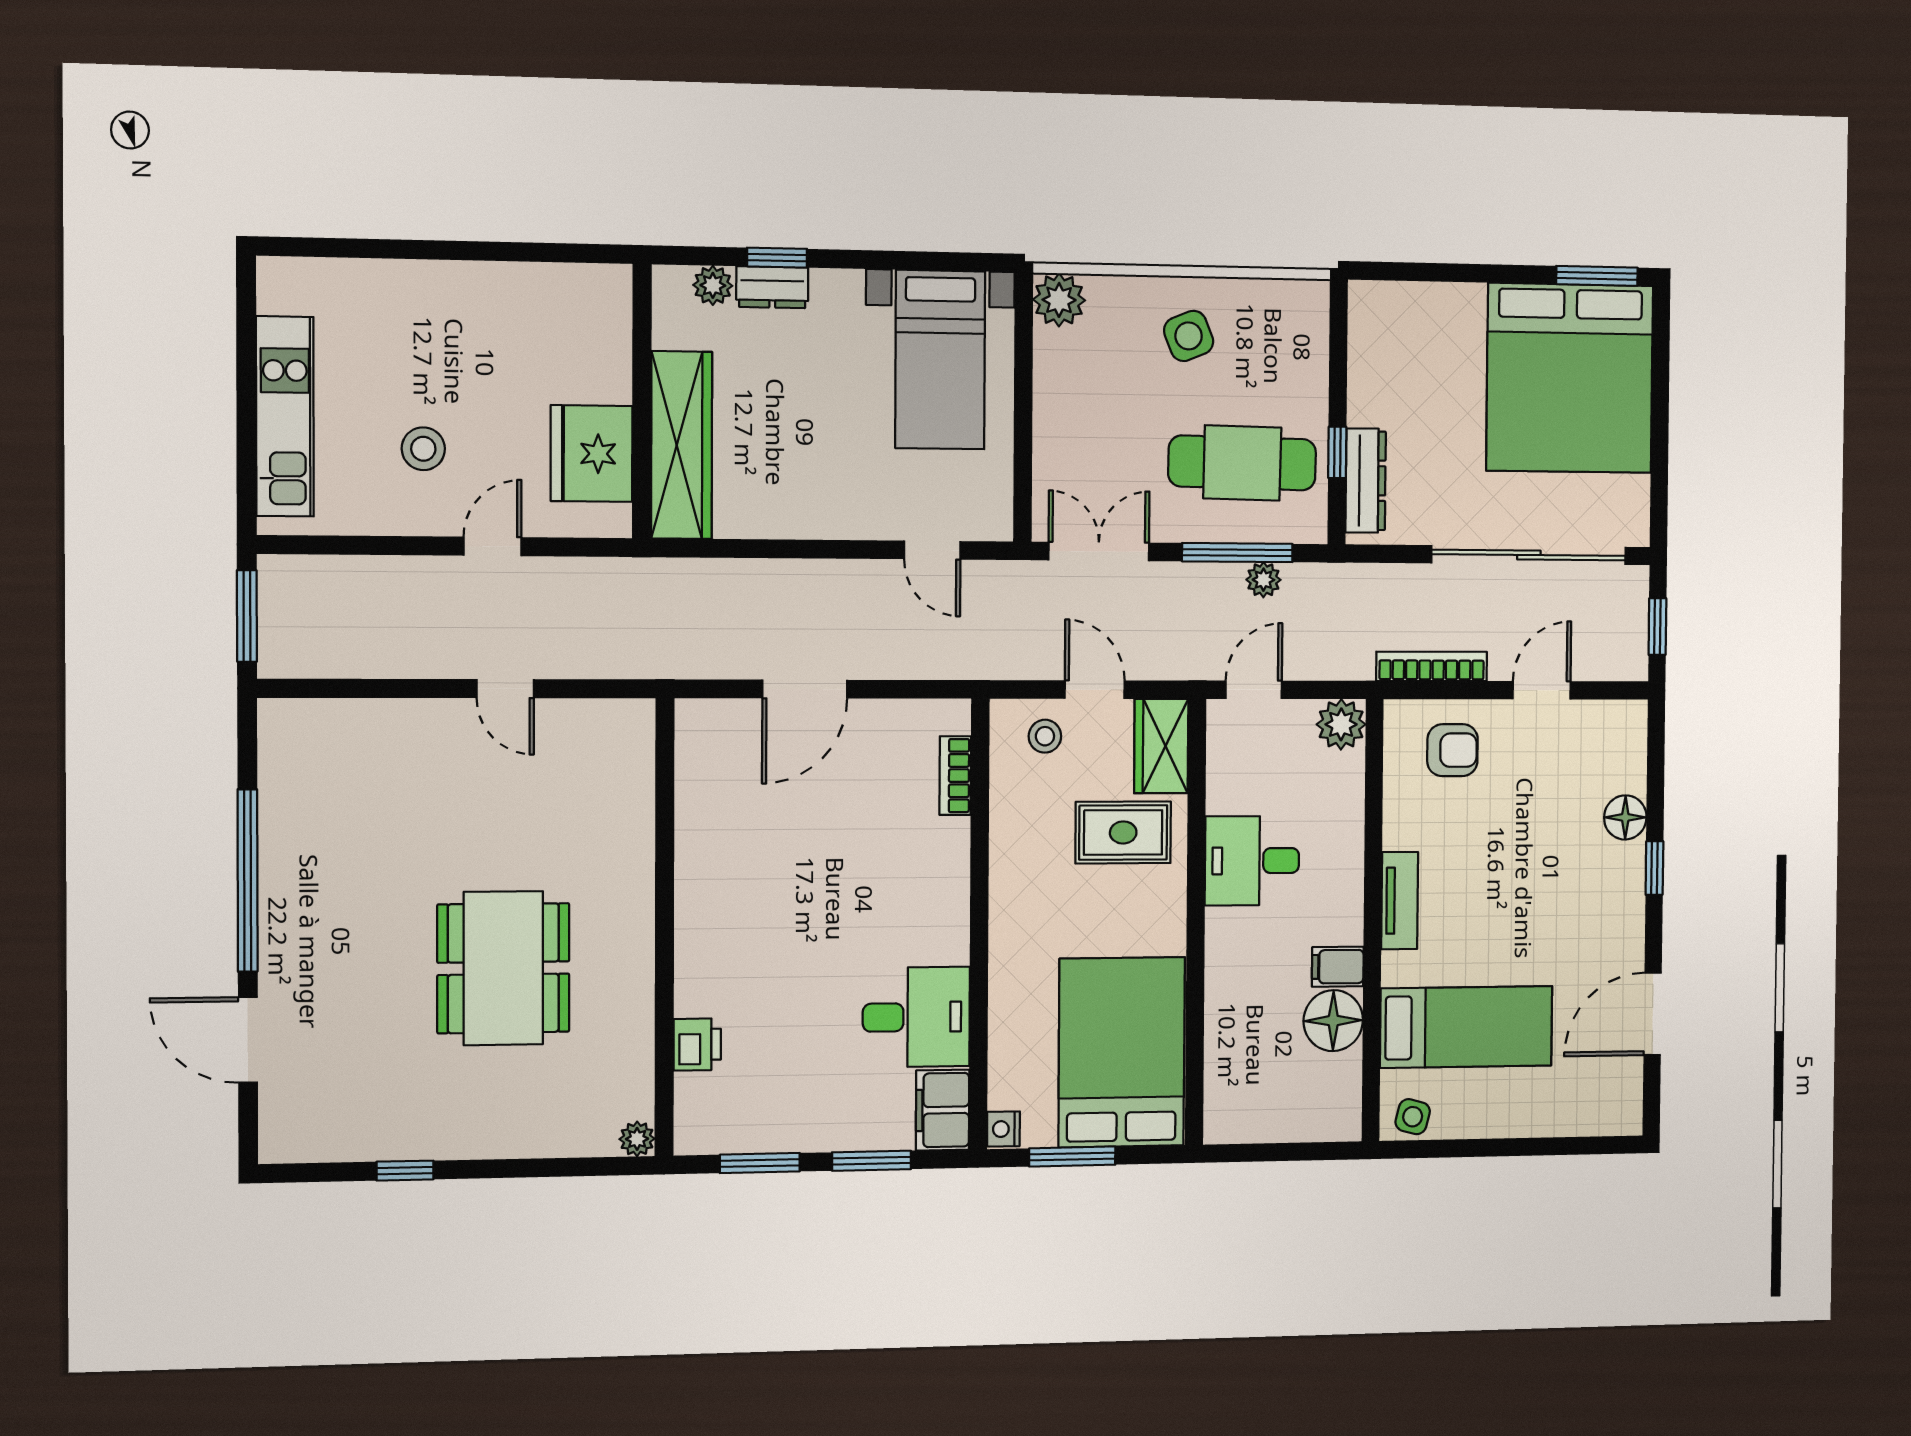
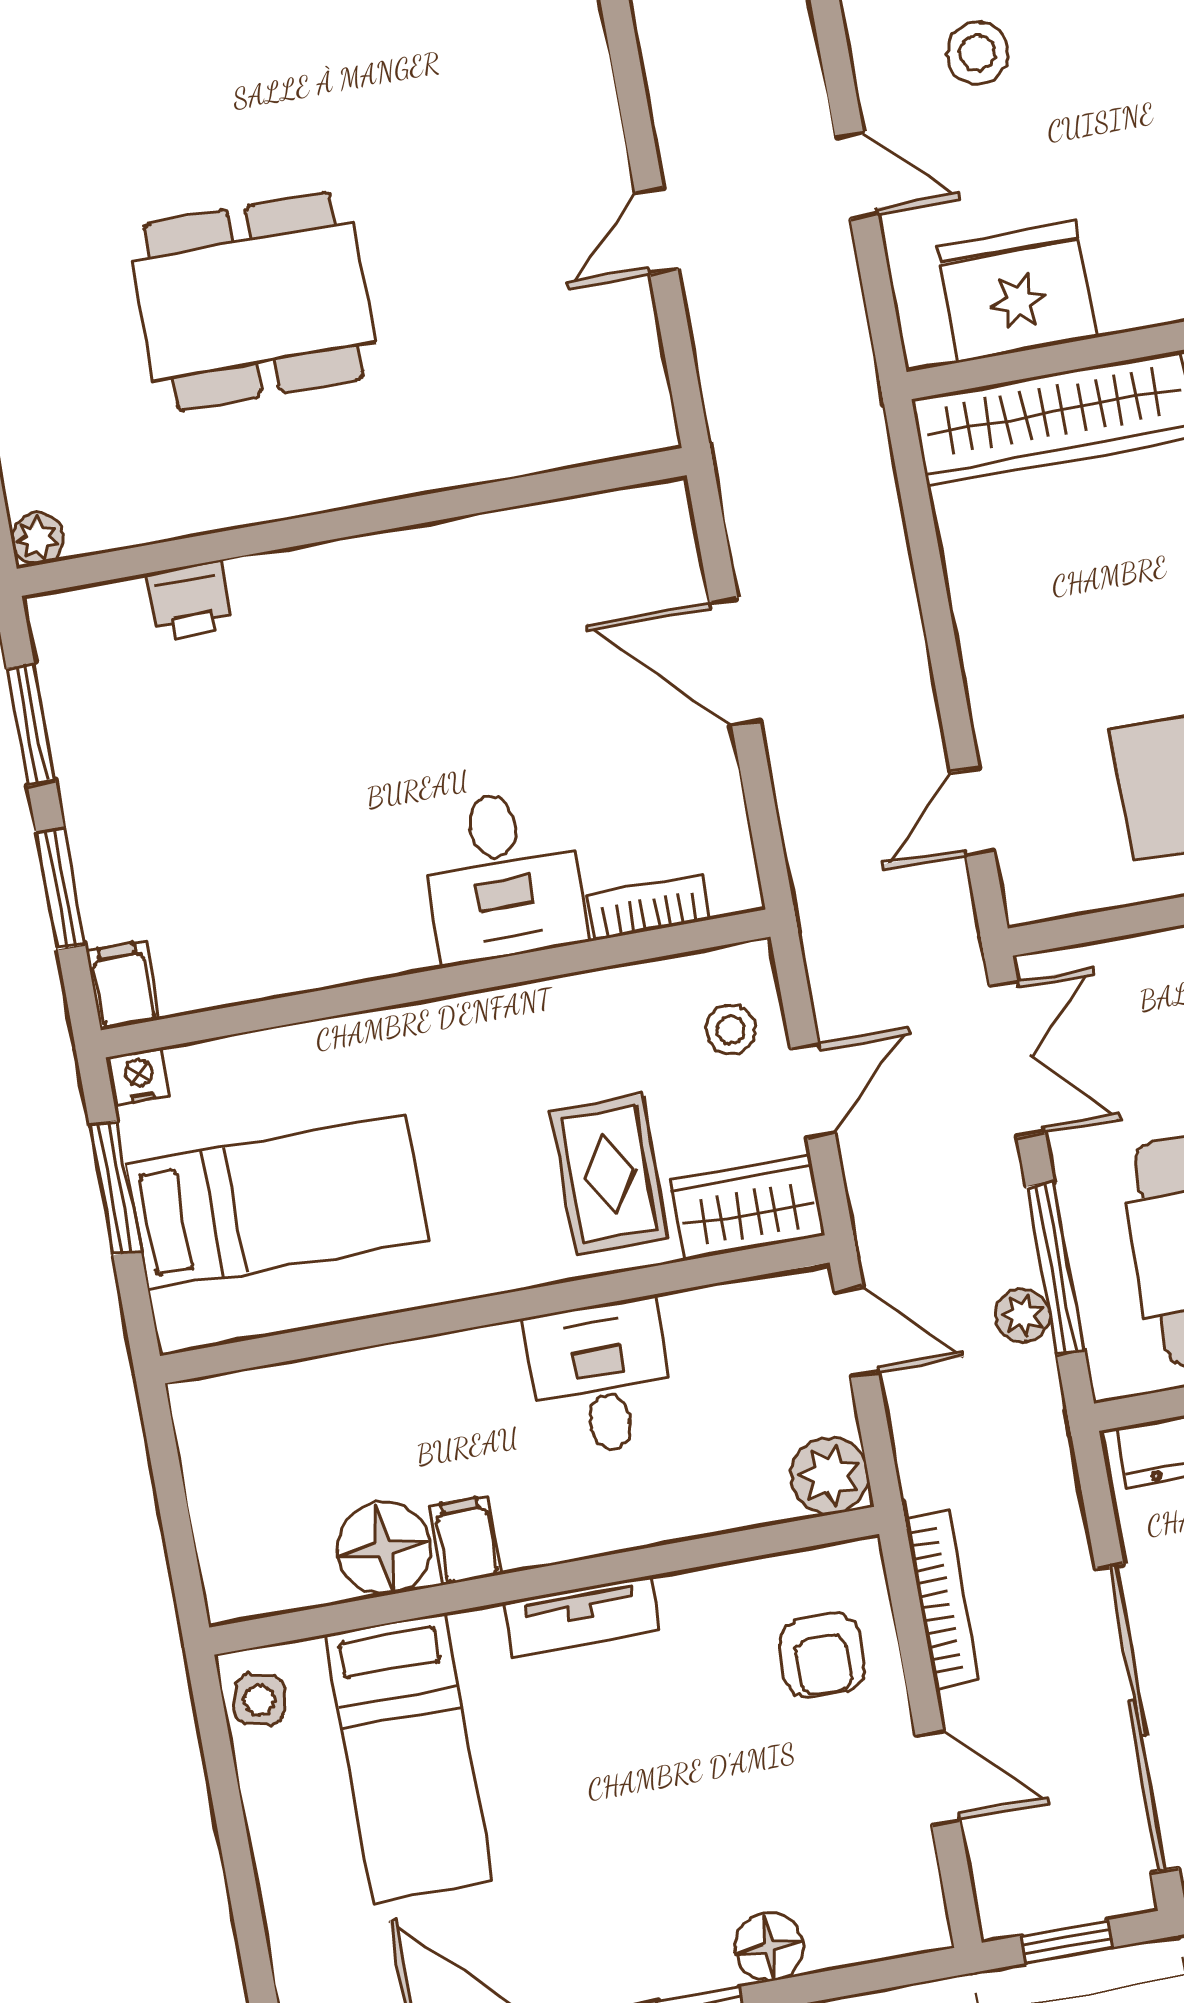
desk: (916, 1017) -> (502, 876), moved
bed: (1122, 1052) -> (277, 1202), width x0.67
filing cabinet: (943, 1110) -> (123, 986), width x0.50

